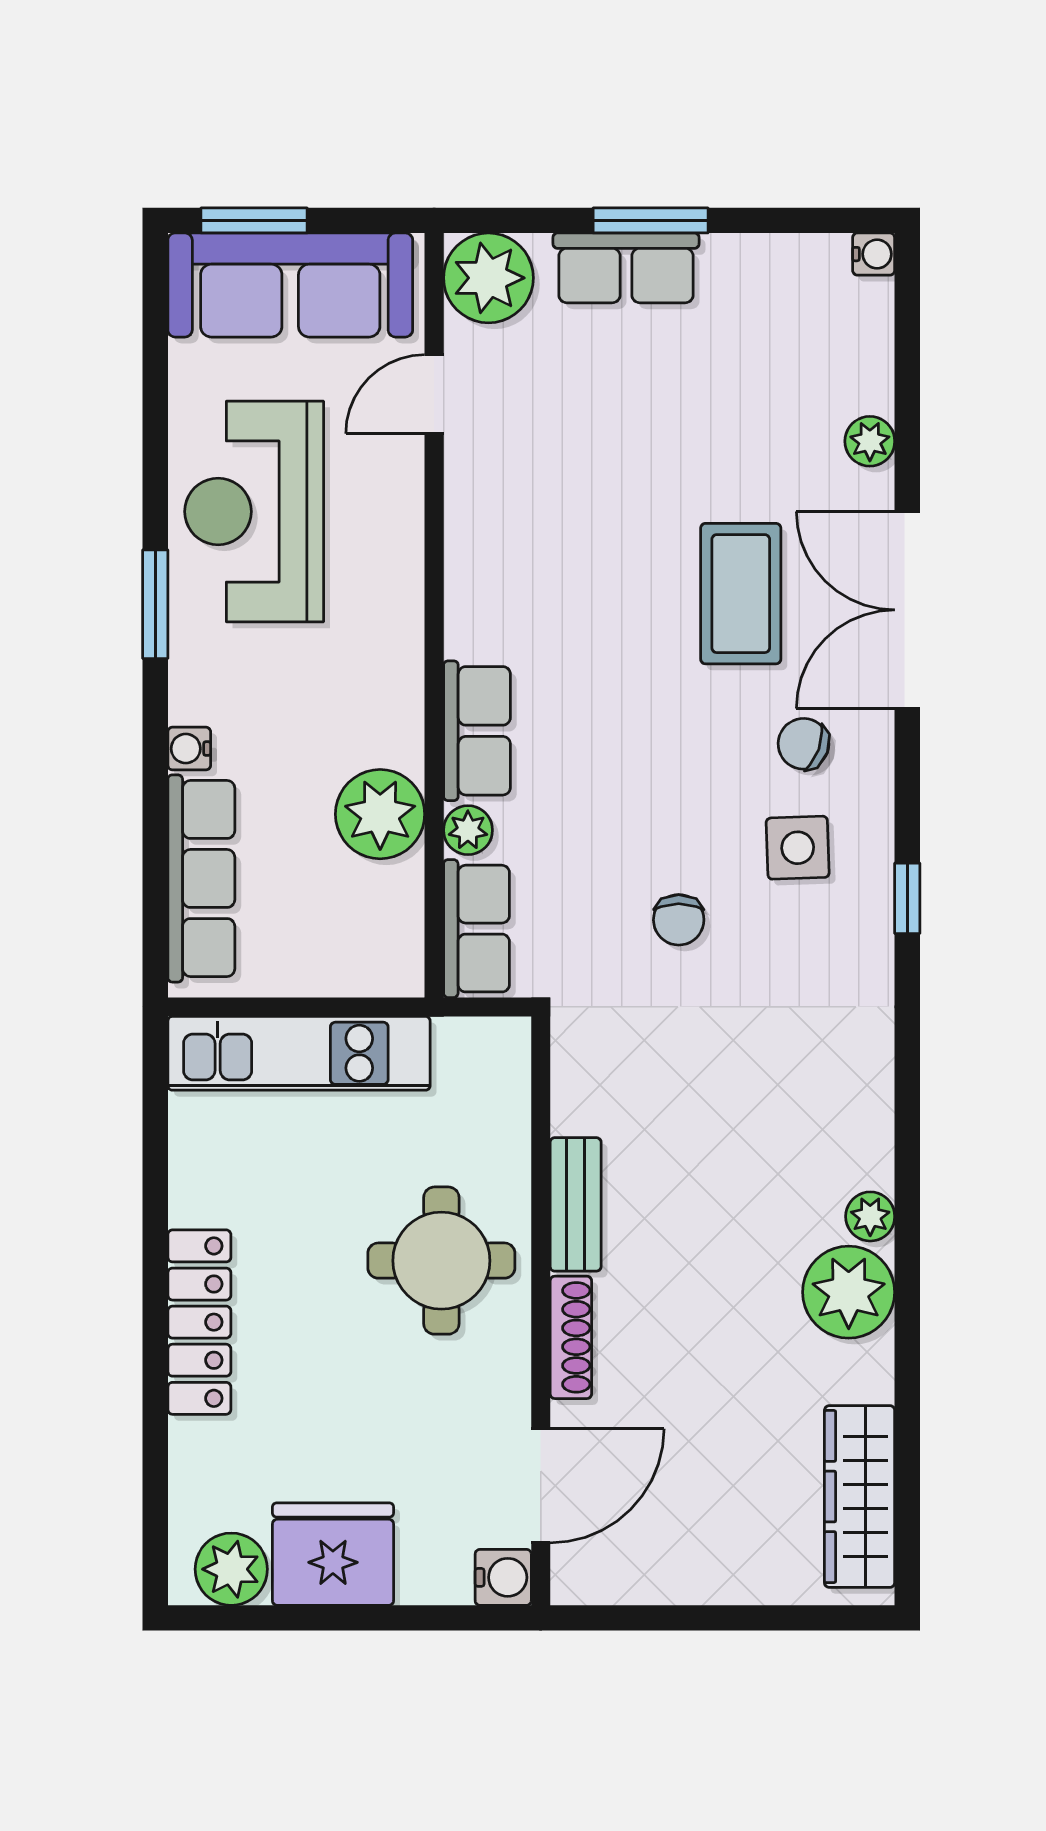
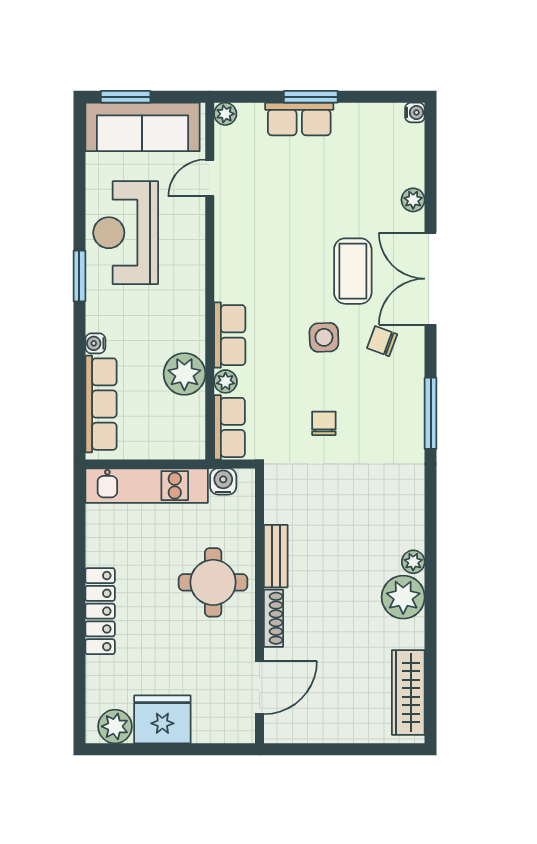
plant: (488, 278) -> (225, 114), width x0.53, depth x0.53
side table: (798, 848) -> (324, 337), moved
window: (907, 898) -> (431, 413), width x2.17
chair: (679, 920) -> (324, 423), turned 180
water cooler: (503, 1577) -> (223, 481), moved, turned -90

